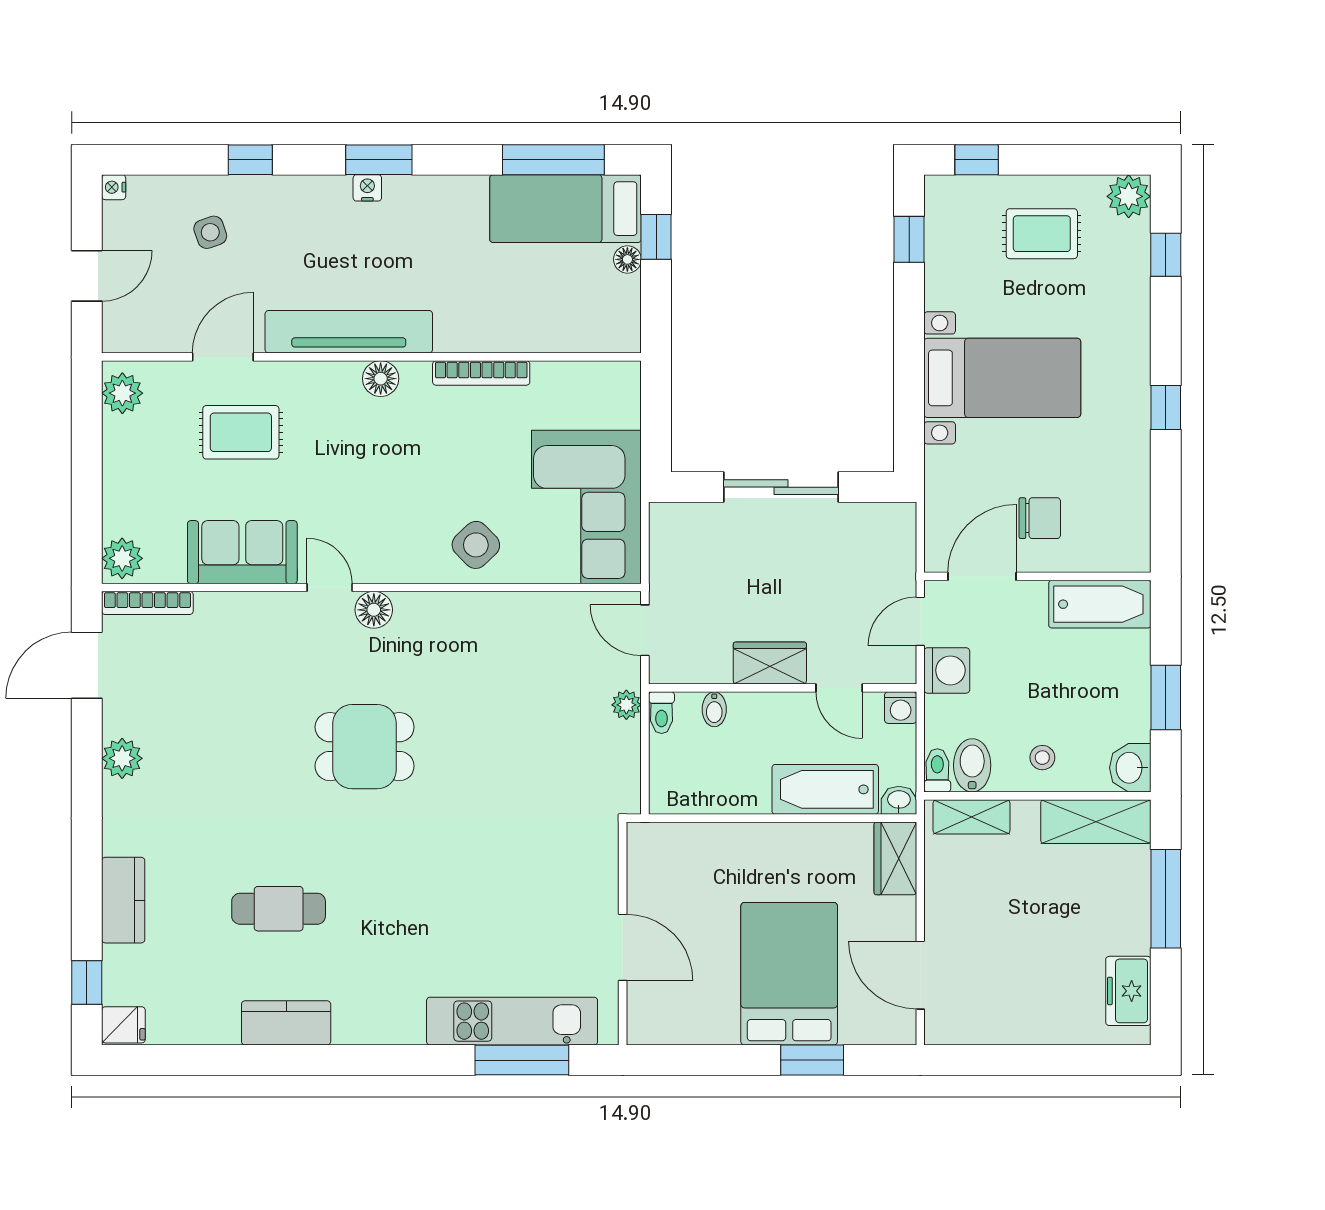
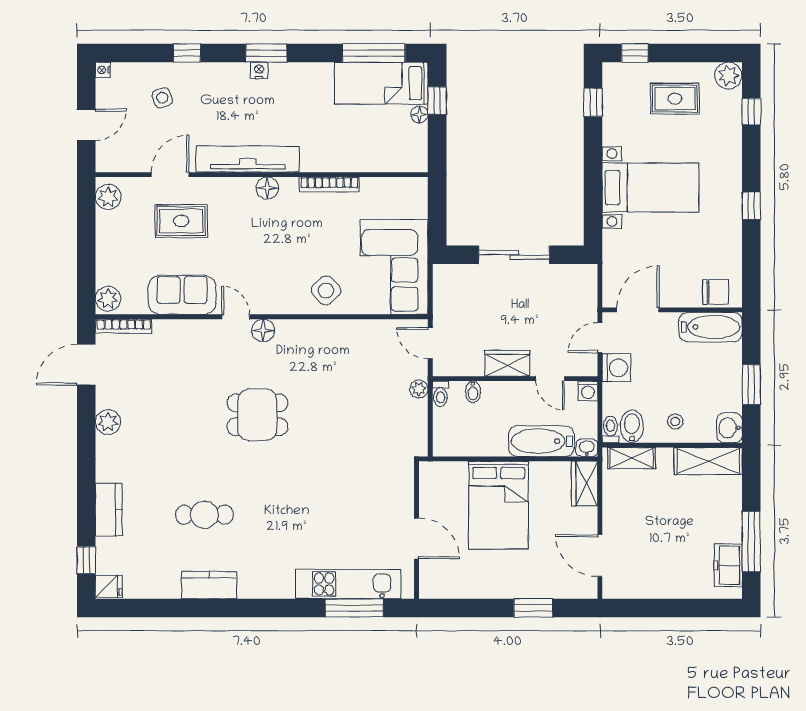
chair: (1040, 518) -> (716, 292), moved
window: (1166, 899) -> (751, 542), moved
bed: (789, 974) -> (499, 505), moved, turned 180

